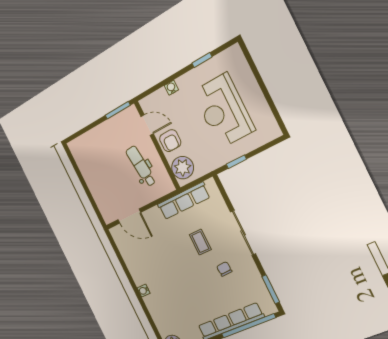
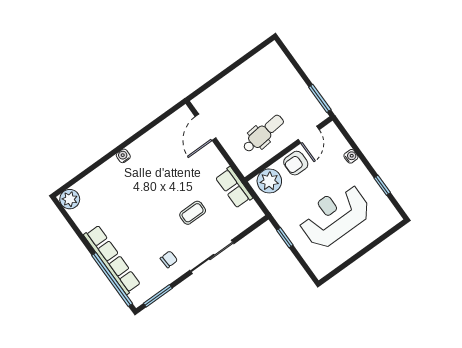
row of seats: (184, 201) -> (234, 188), width x0.68
chair: (224, 269) -> (169, 259), moved

